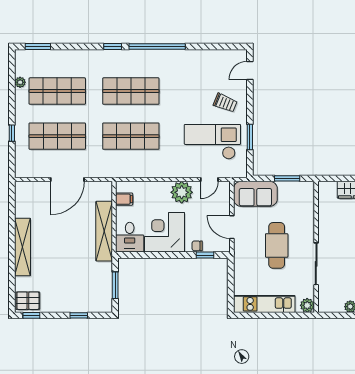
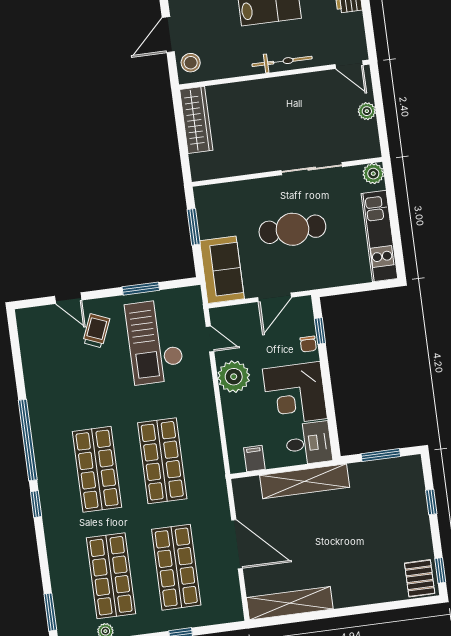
door: (250, 70) -> (68, 298), moved
shelving: (23, 247) -> (290, 603), moved

